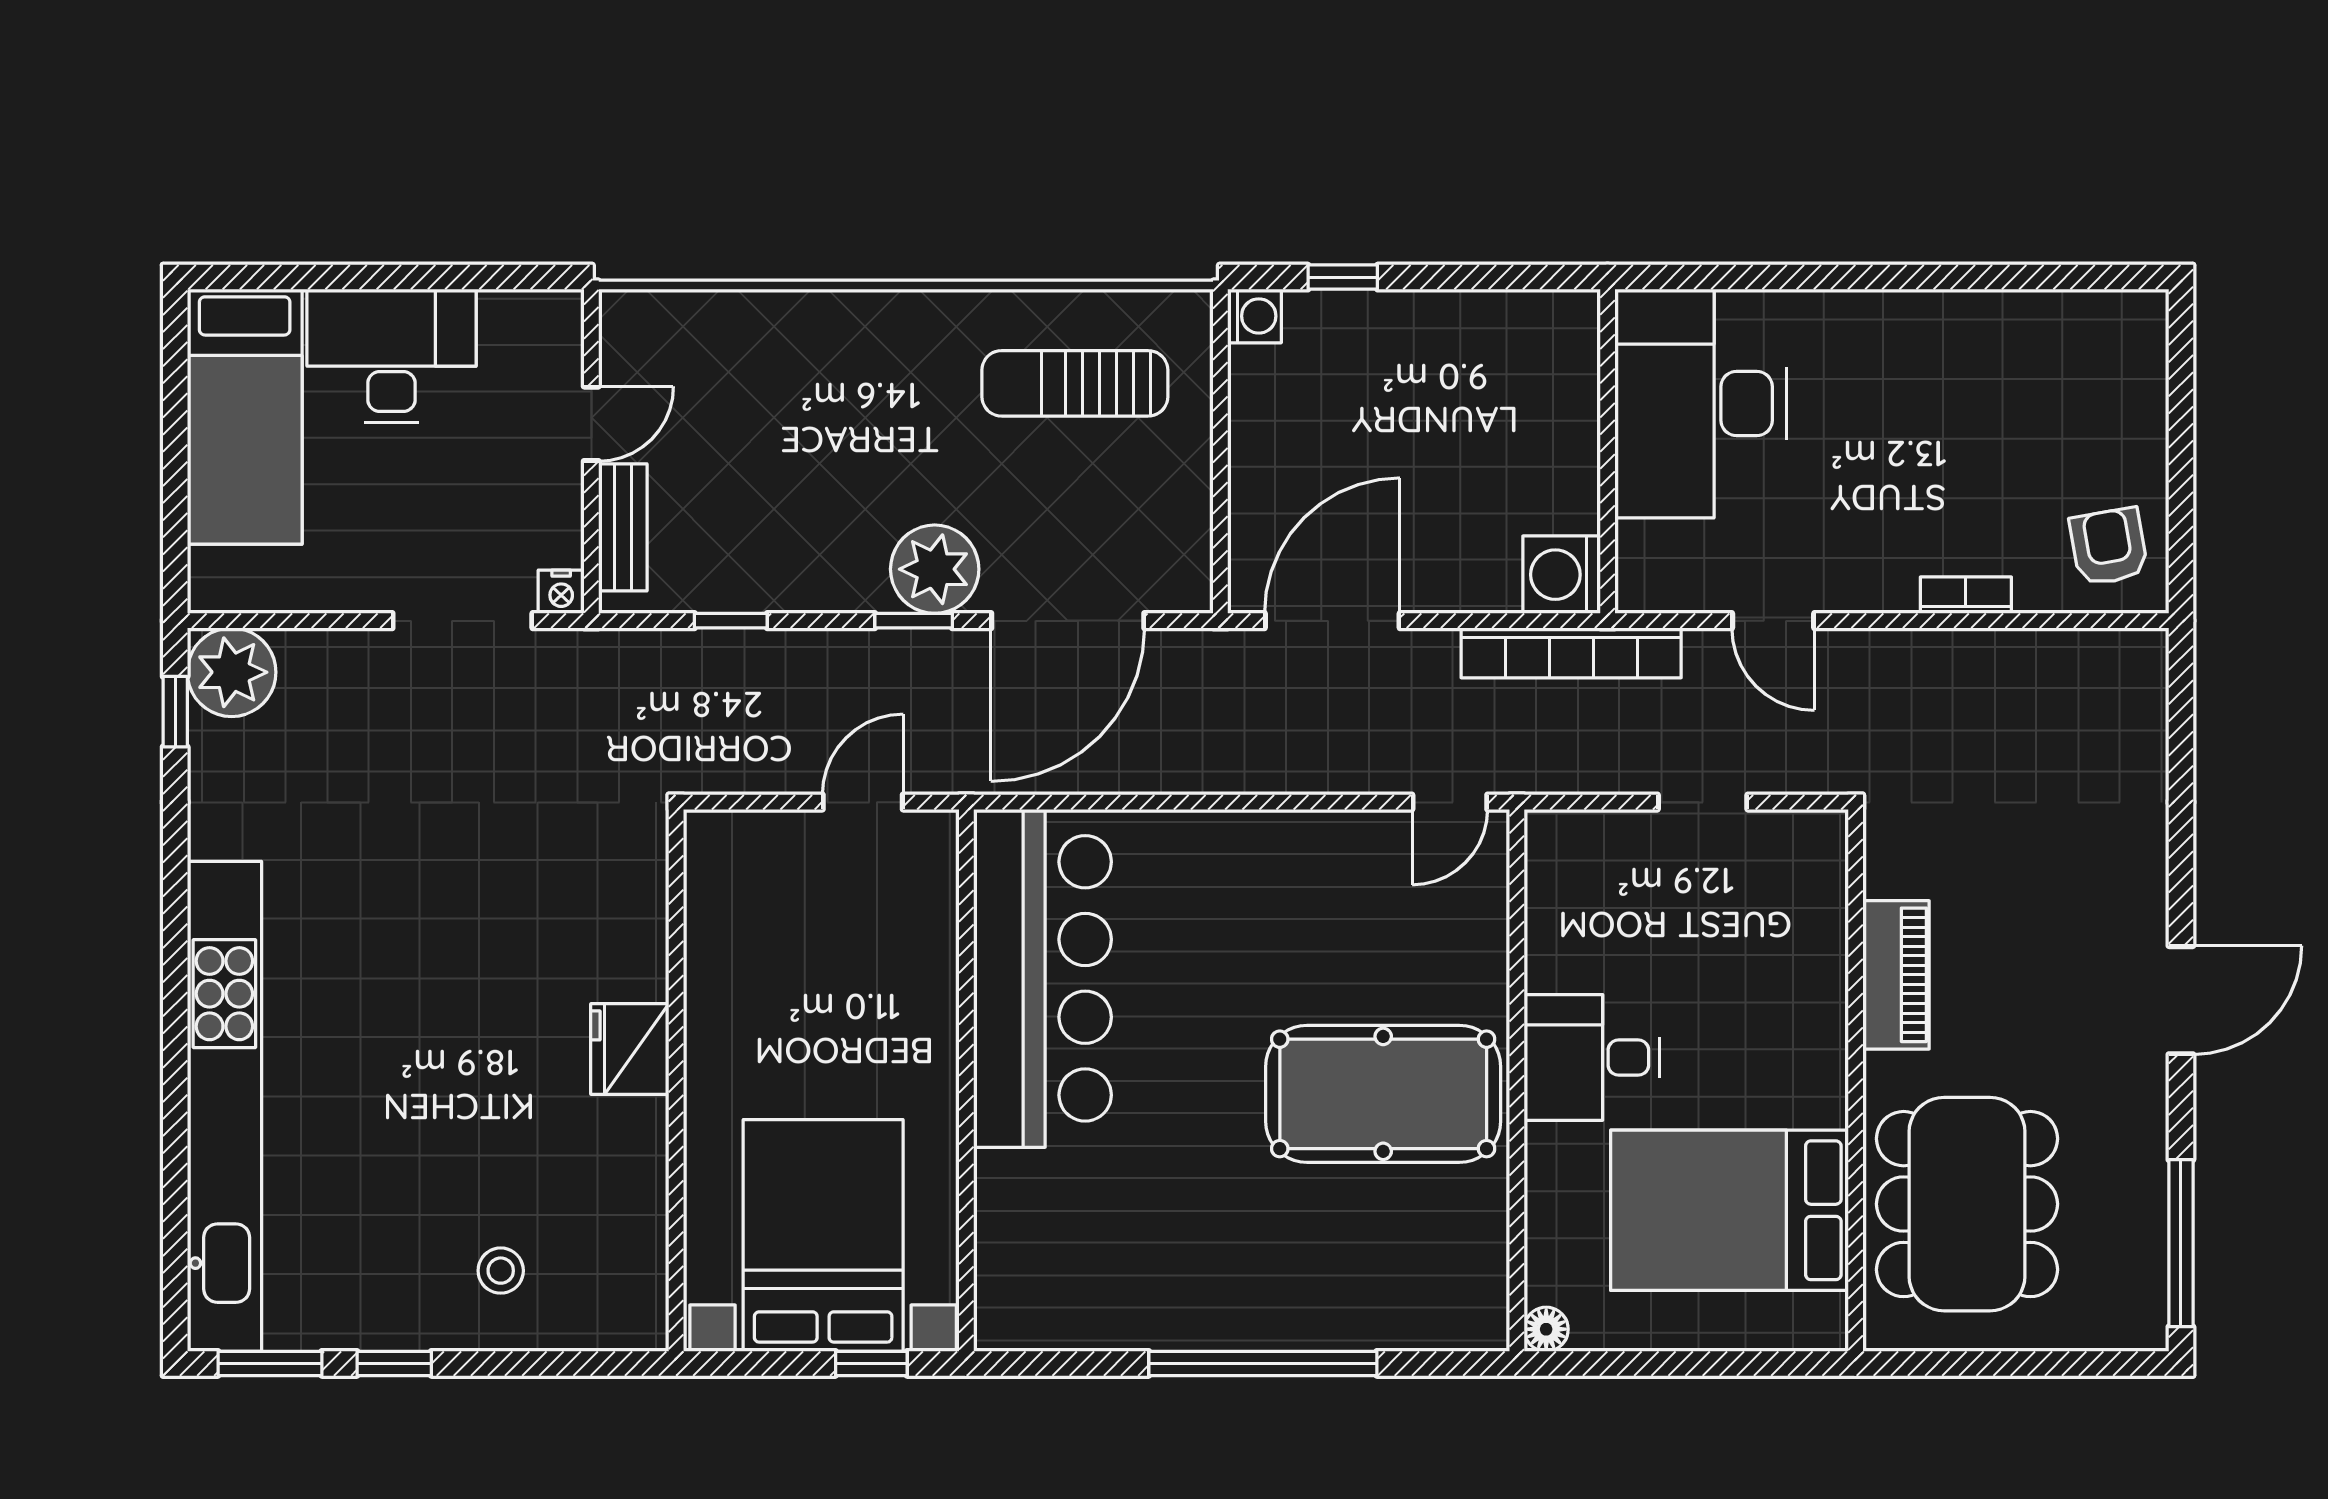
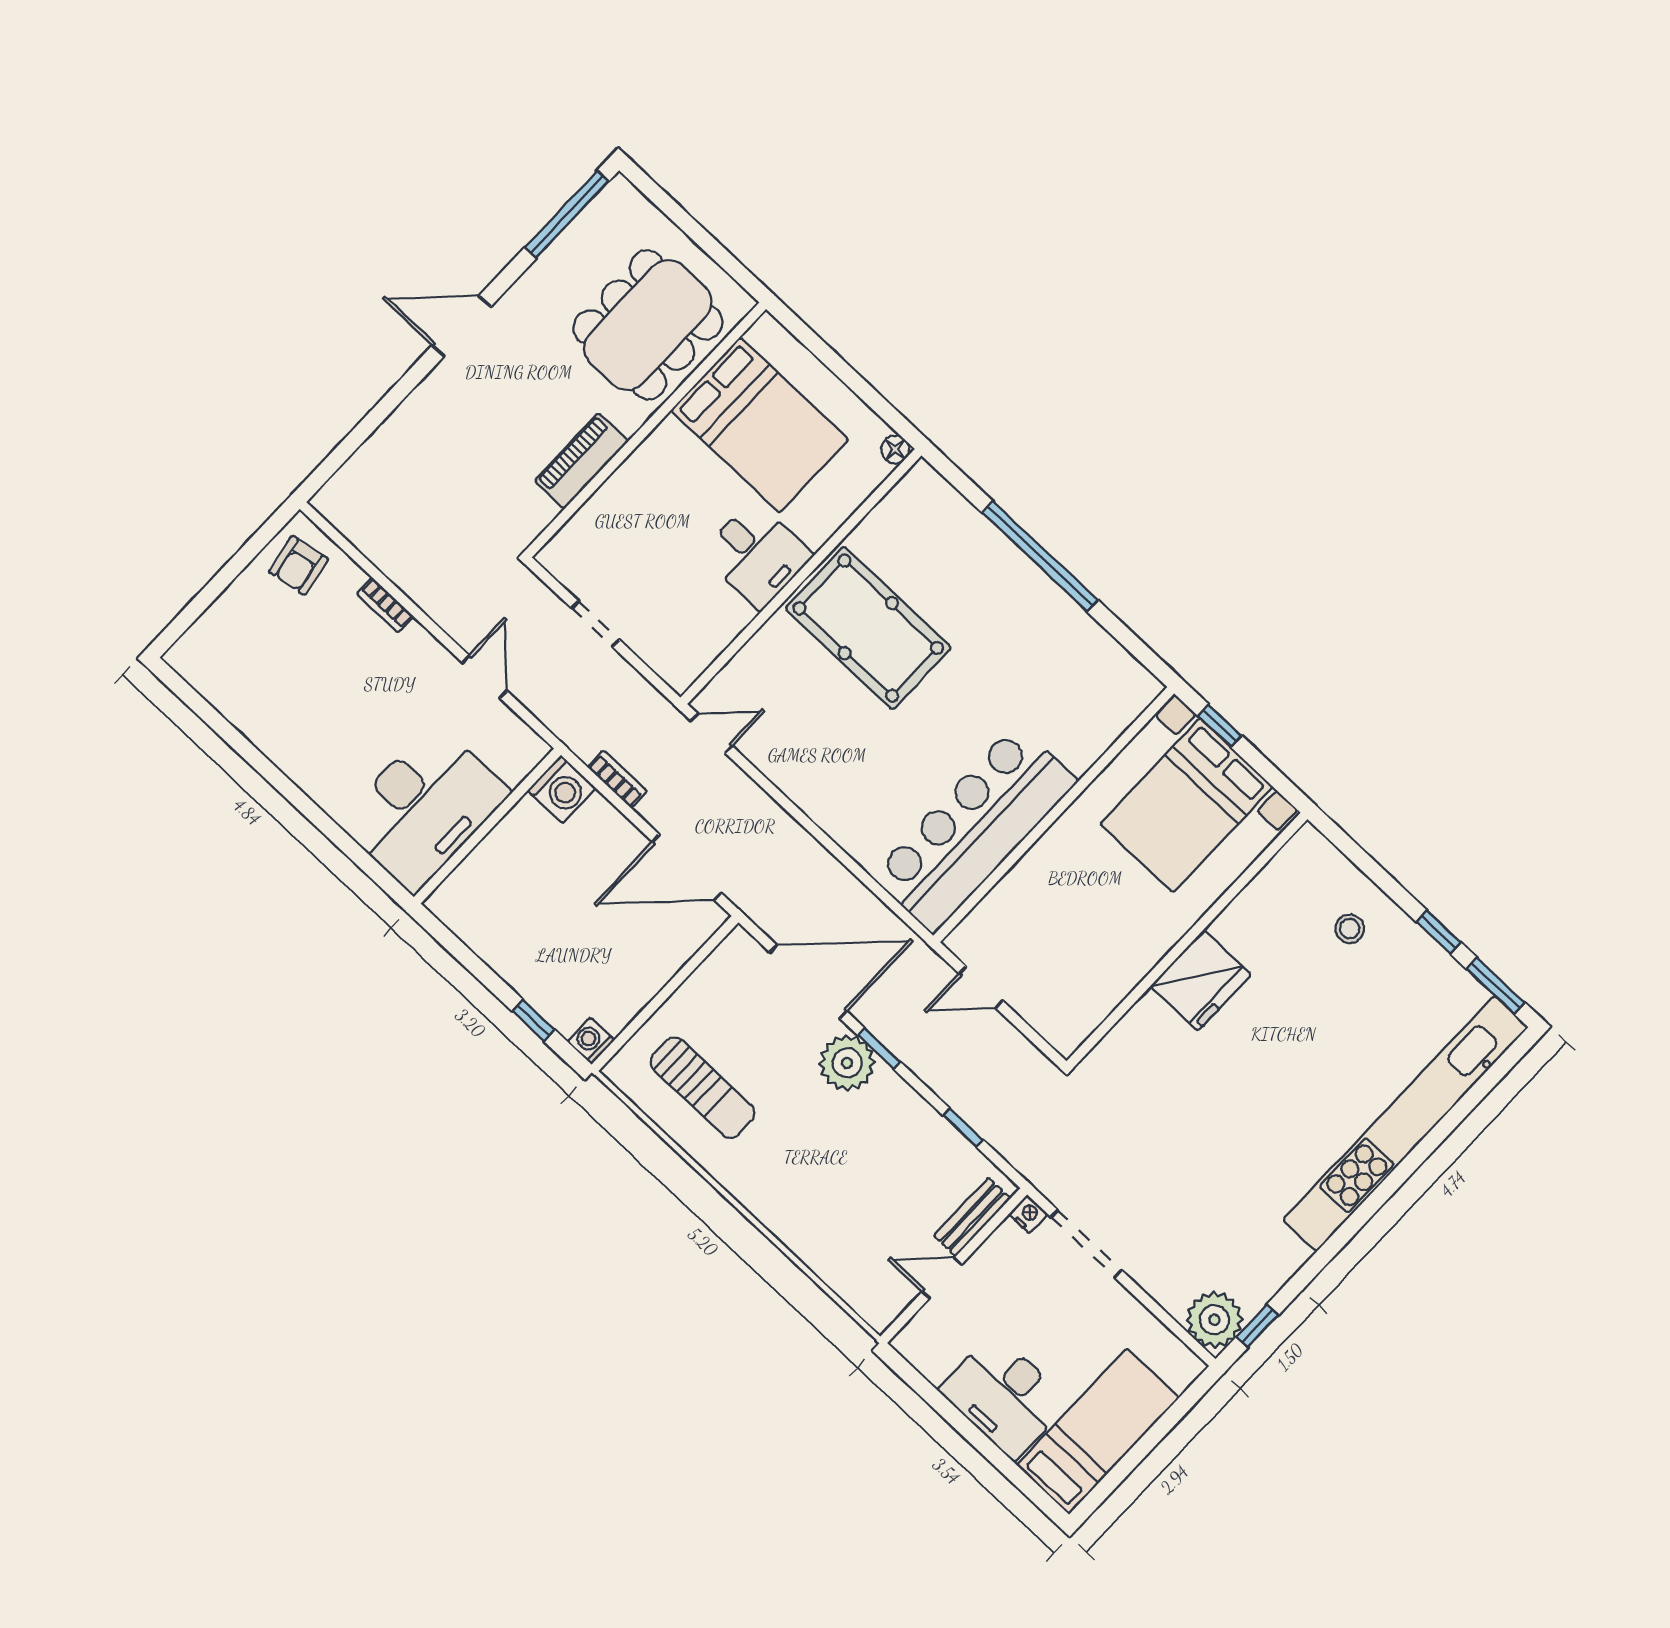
bookcase: (1571, 653) -> (617, 779), width x0.43, depth x0.76
fridge: (630, 1049) -> (1201, 980), width x1.36, depth x1.34

